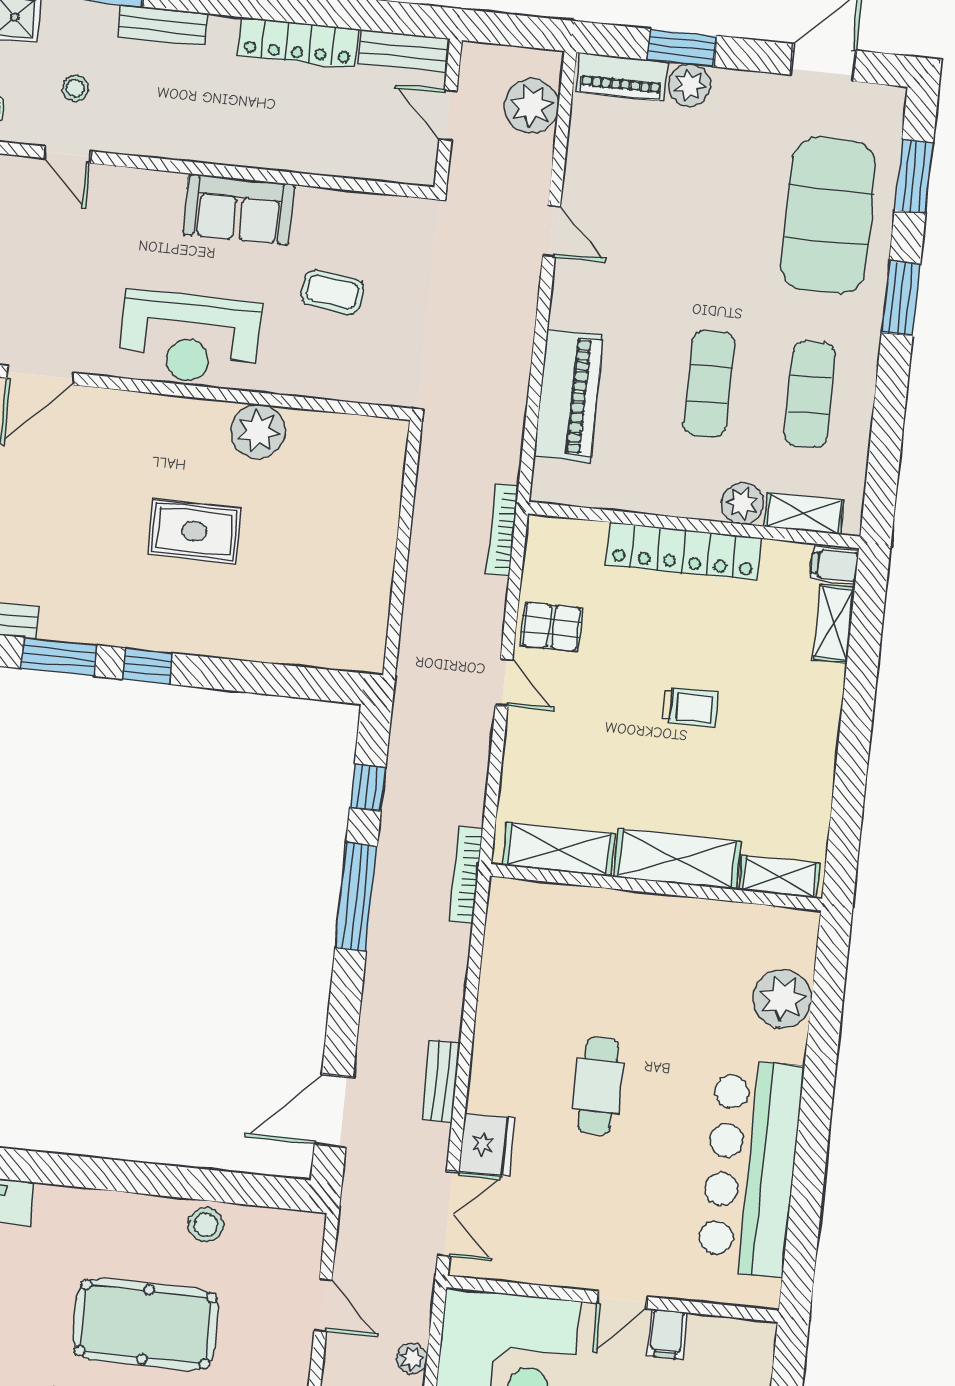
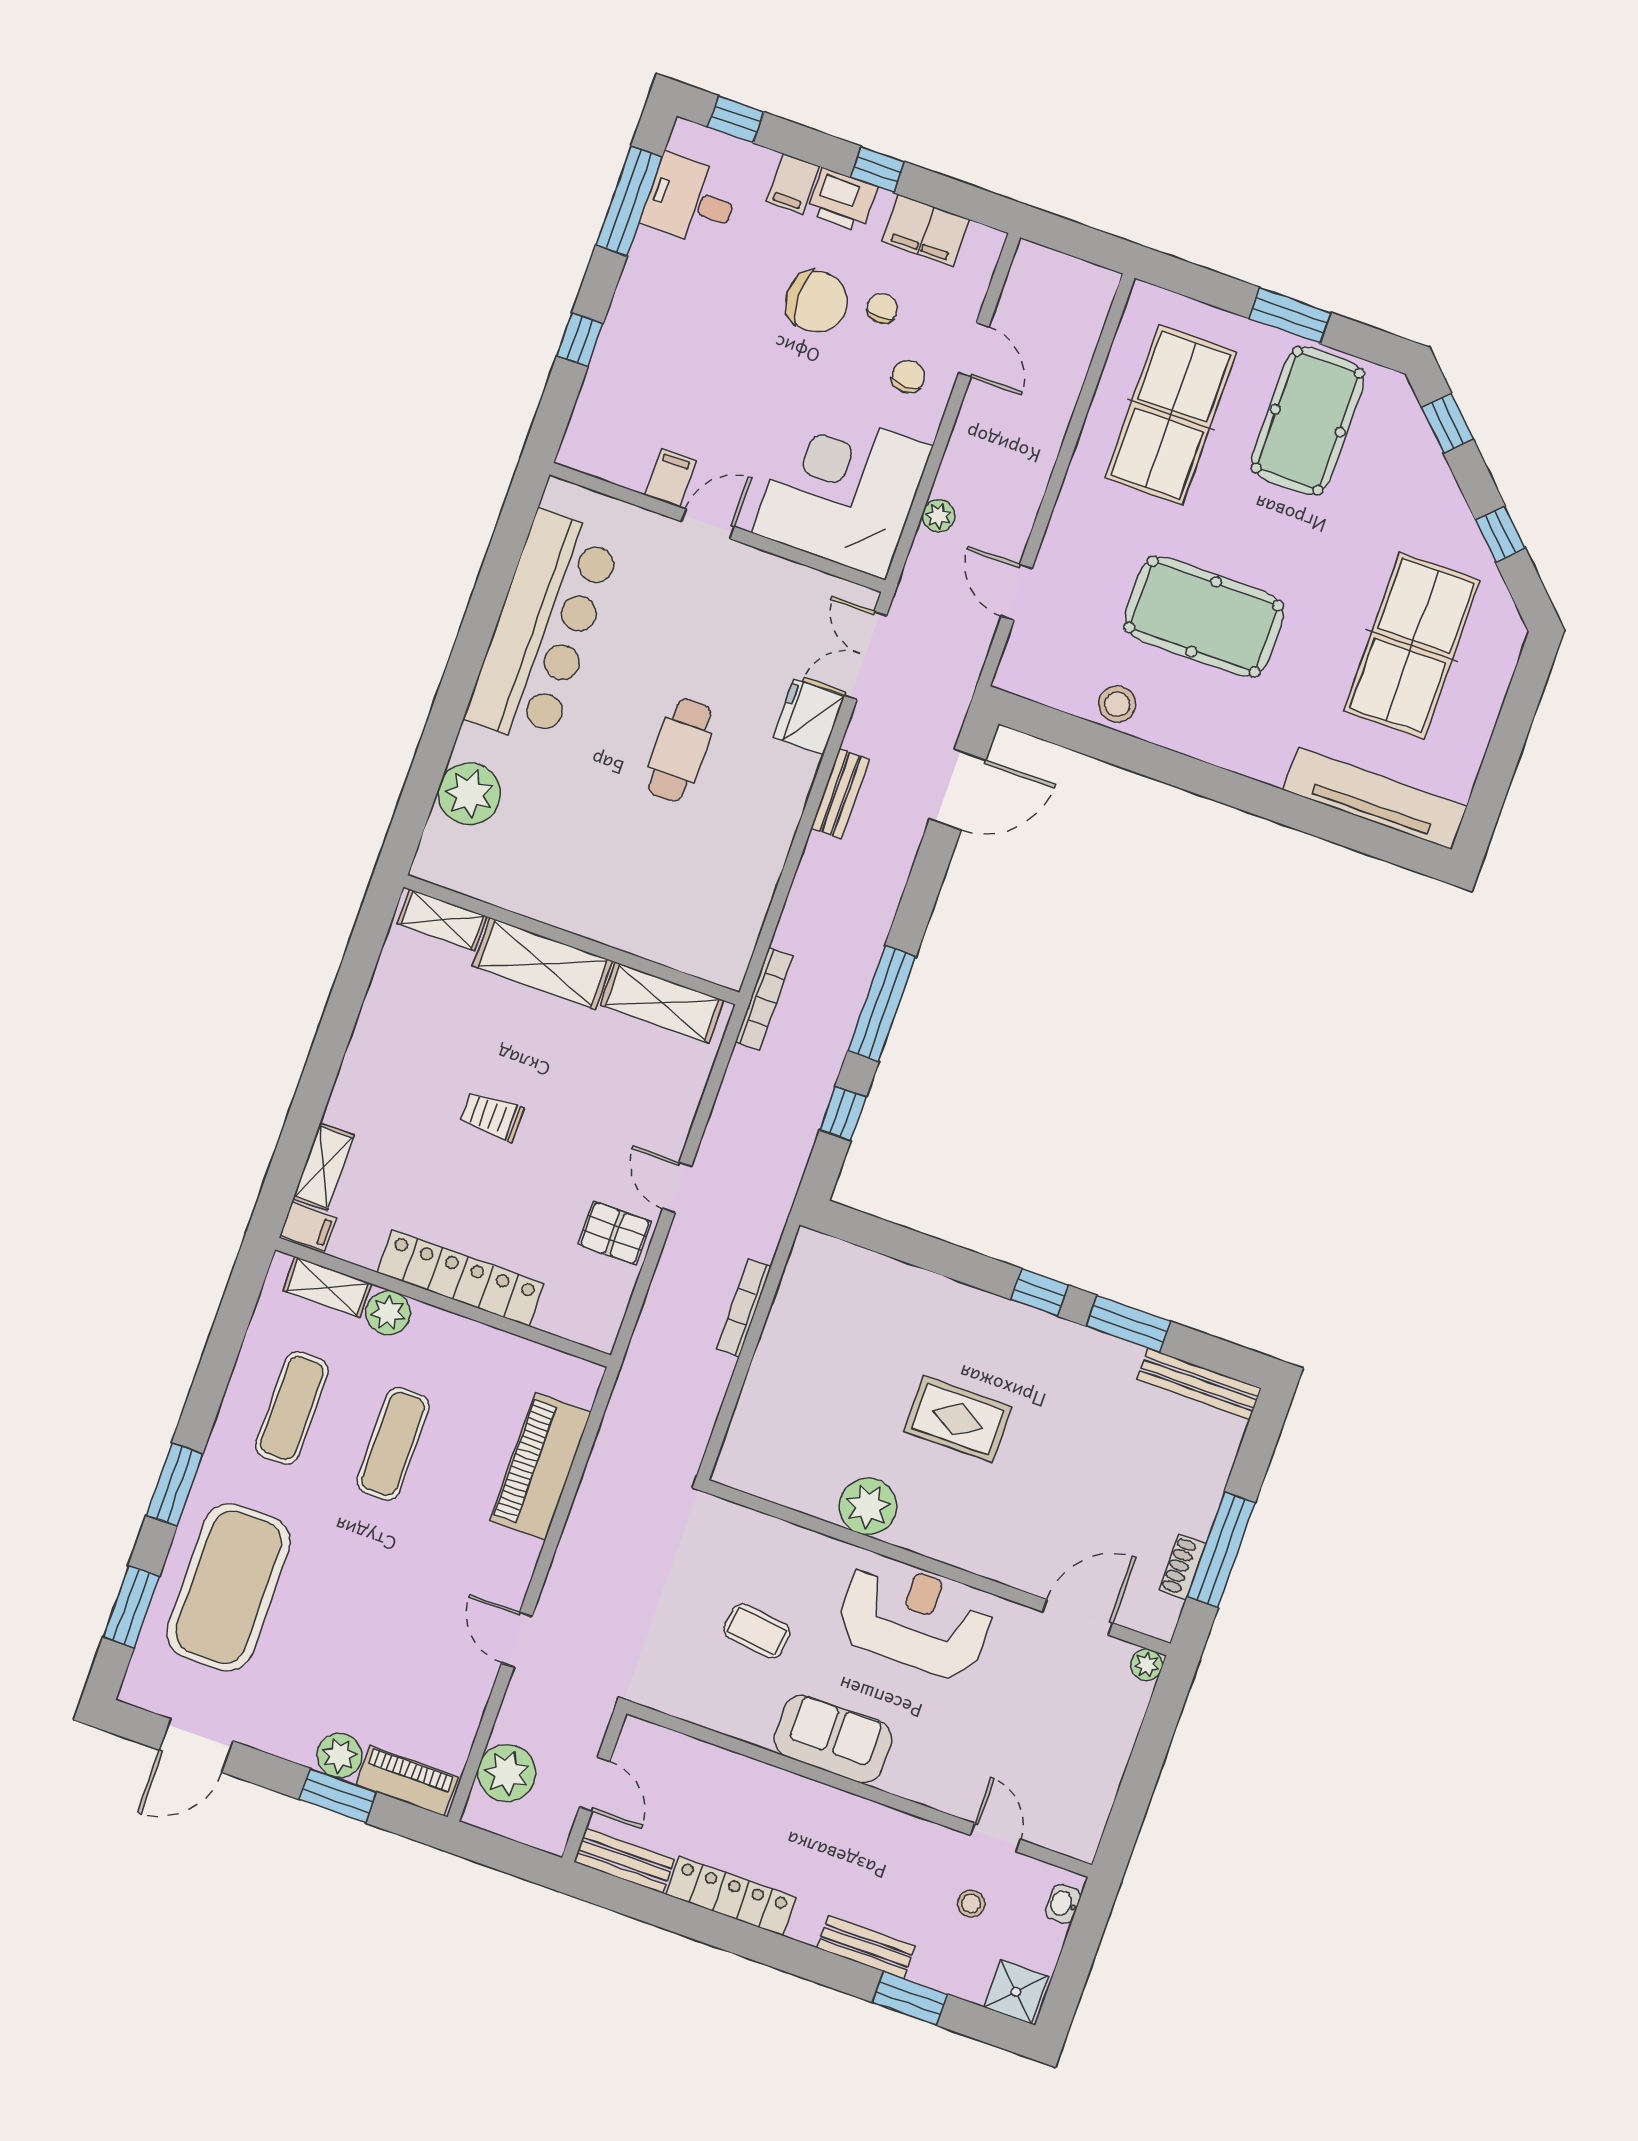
bookcase: (503, 530) -> (744, 1308), moved, turned 180

